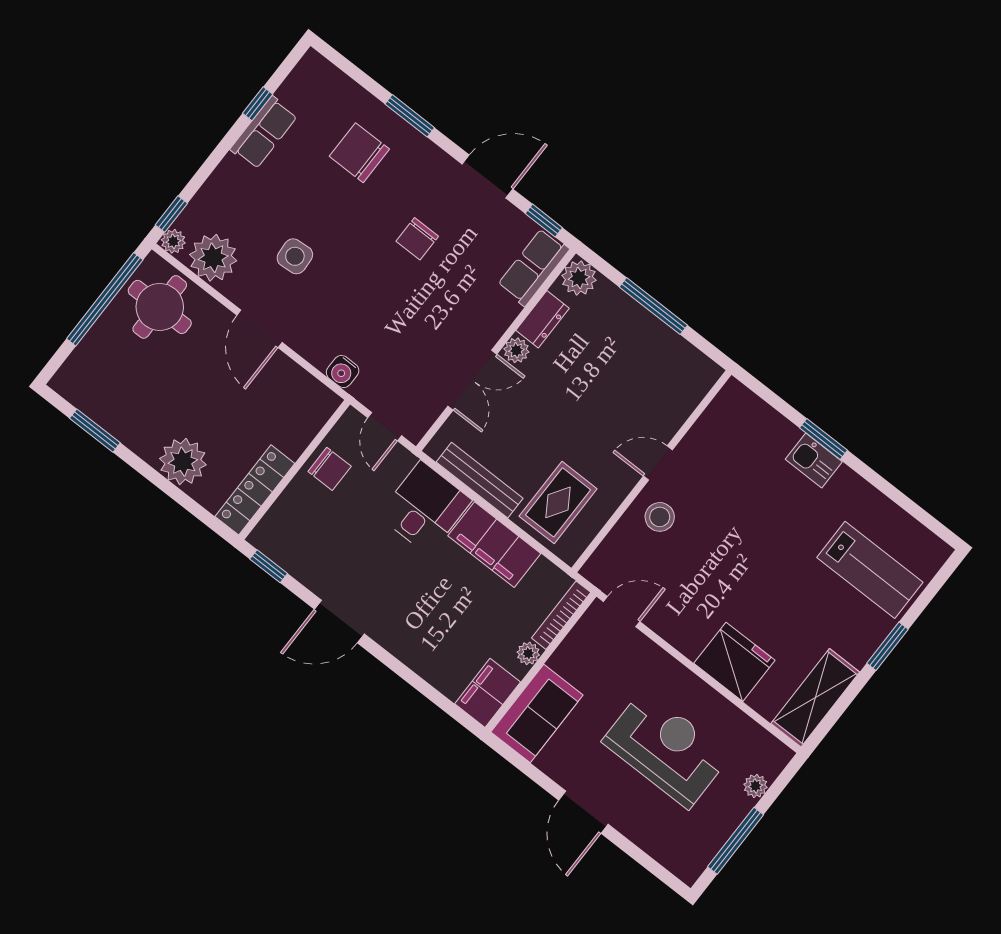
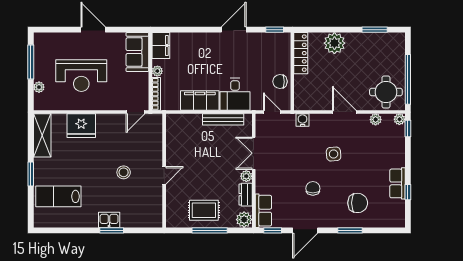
side table: (295, 256) -> (334, 154), moved
plant: (213, 258) -> (376, 119), width x0.53, depth x0.53
rug: (558, 502) -> (204, 210), moved, turned 90
stool: (660, 517) -> (124, 172), moved

